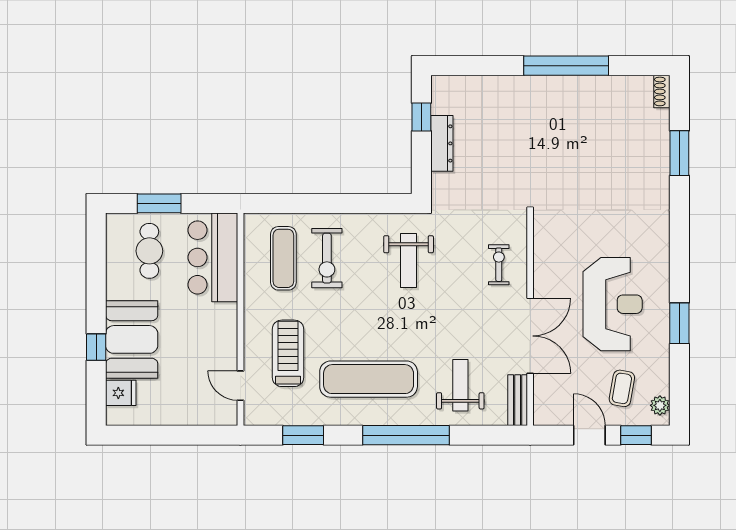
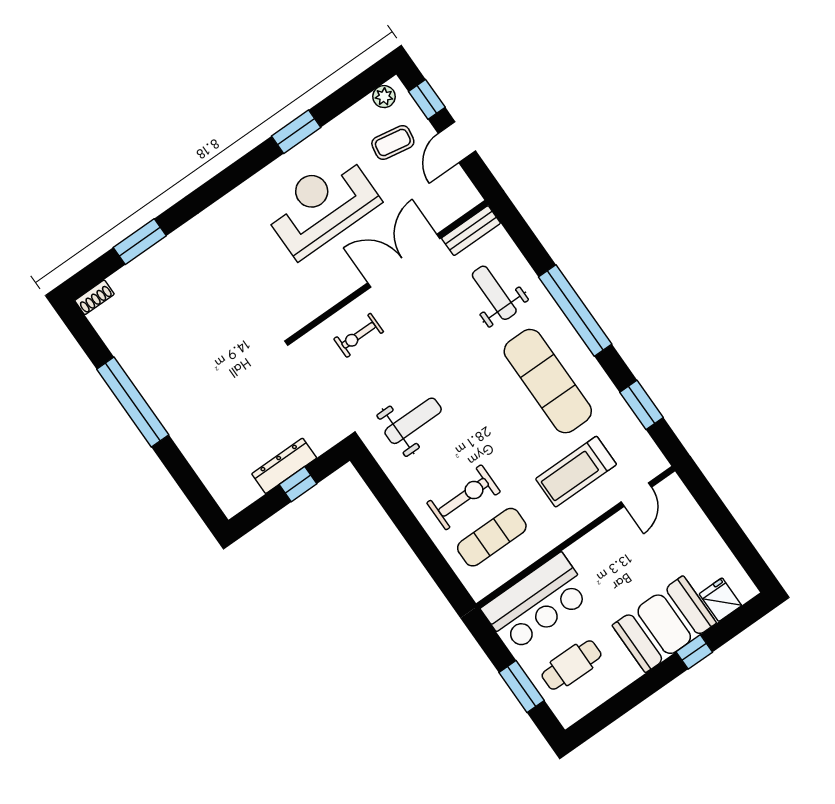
window: (421, 117) -> (298, 484), moved
weight bench: (460, 385) -> (494, 293), turned 90

